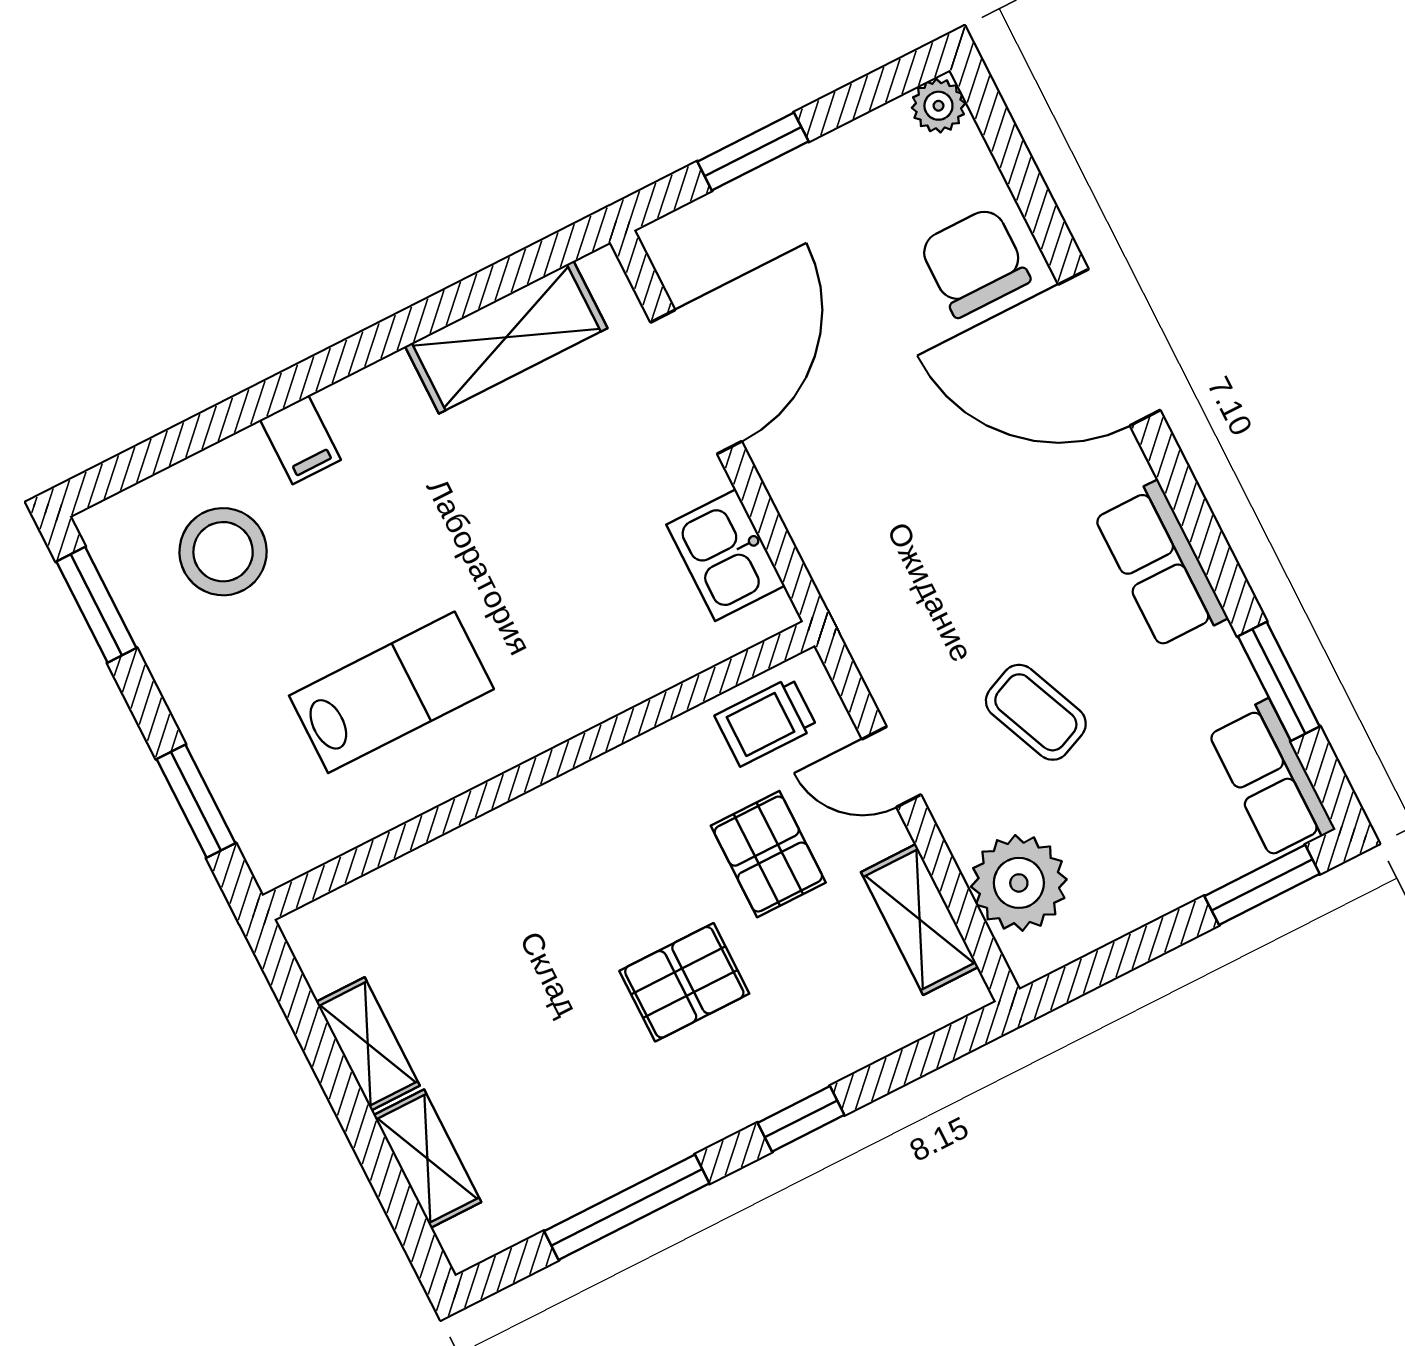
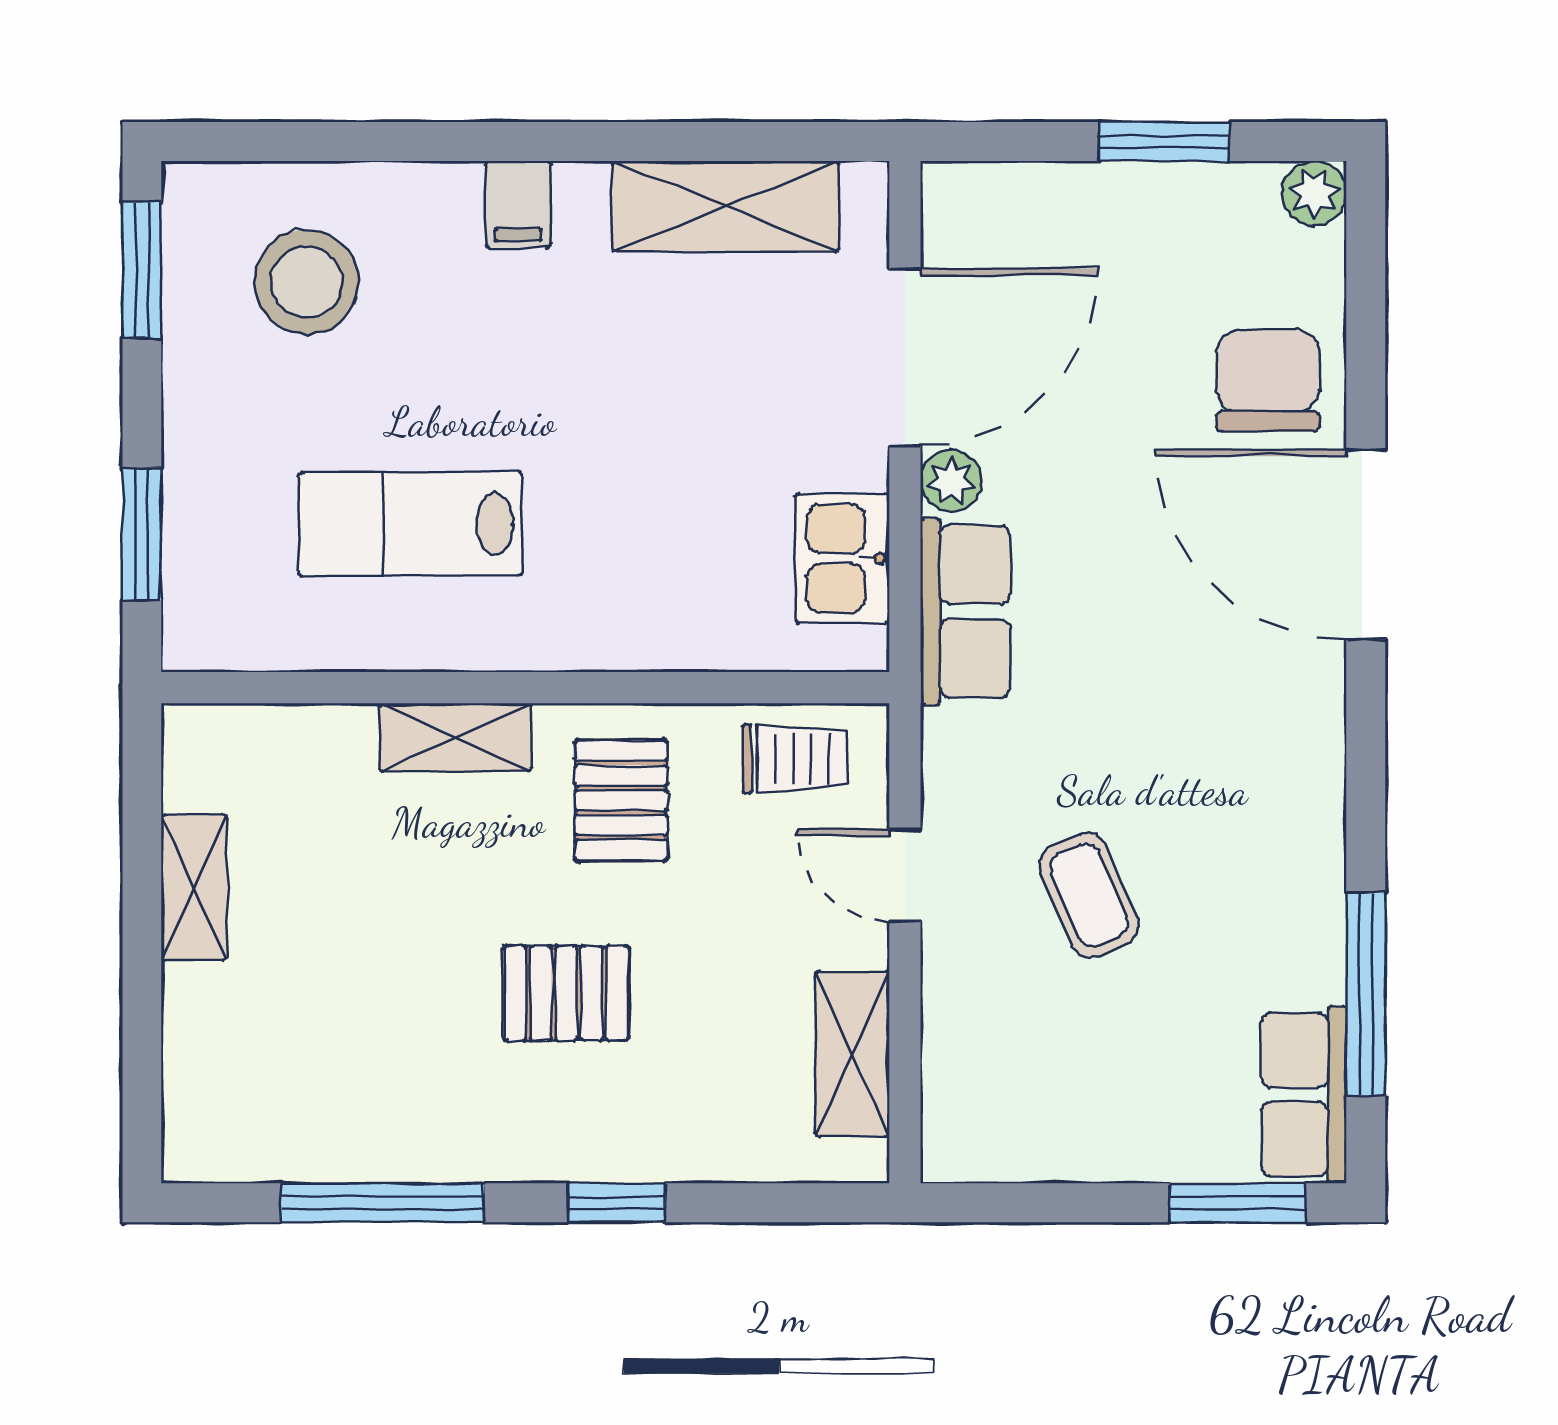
window: (753, 152) -> (1164, 142), moved
filing cabinet: (300, 440) -> (518, 204), moved
row of seats: (1160, 565) -> (965, 611), moved, turned 180
window: (1279, 681) -> (1366, 994), width x1.44
lab bench: (391, 692) -> (410, 524), turned 180
trolley: (766, 722) -> (795, 759), turned 180
pallet: (768, 854) -> (621, 800), moved
plant: (1019, 883) -> (951, 481), moved, width x0.53, depth x0.53
shelving: (427, 1159) -> (455, 737), moved, turned 90

